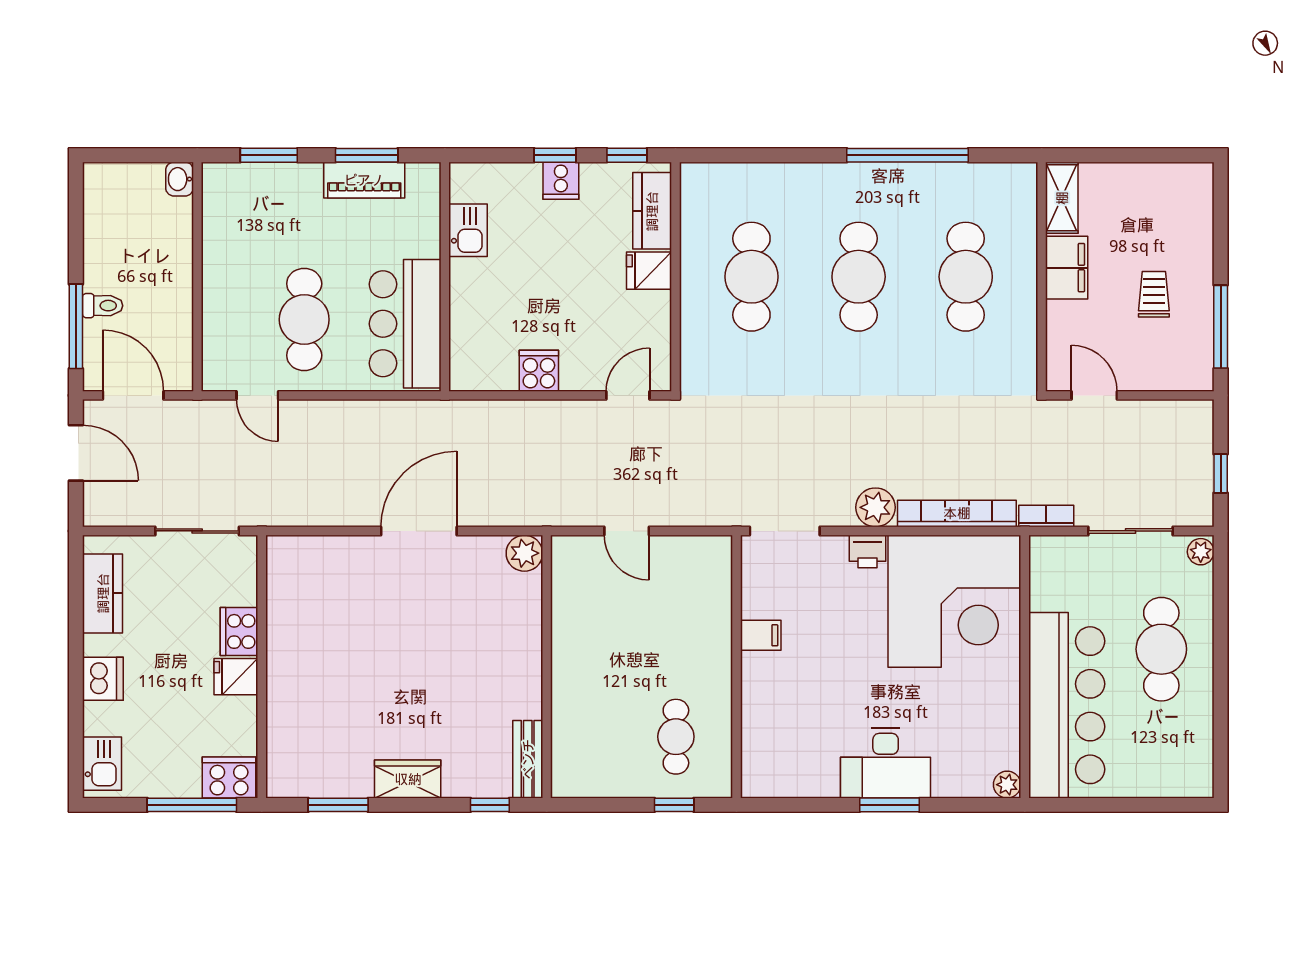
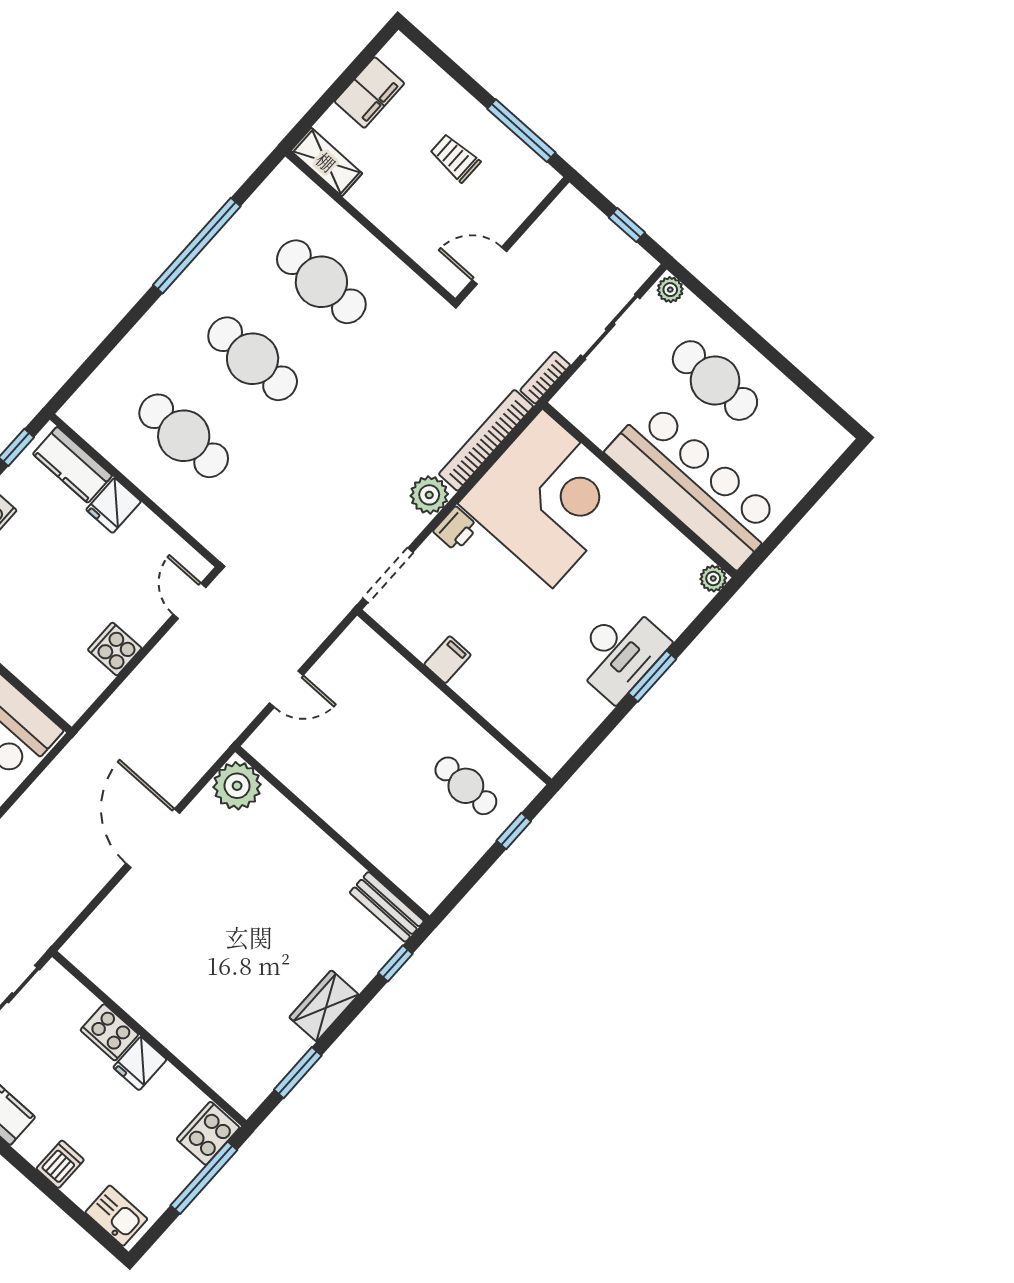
filing cabinet: (1067, 268) -> (369, 93), moved, turned 90
plant: (524, 553) -> (237, 786), width x1.36, depth x1.36
dishwasher: (103, 679) -> (60, 1164), width x0.73

